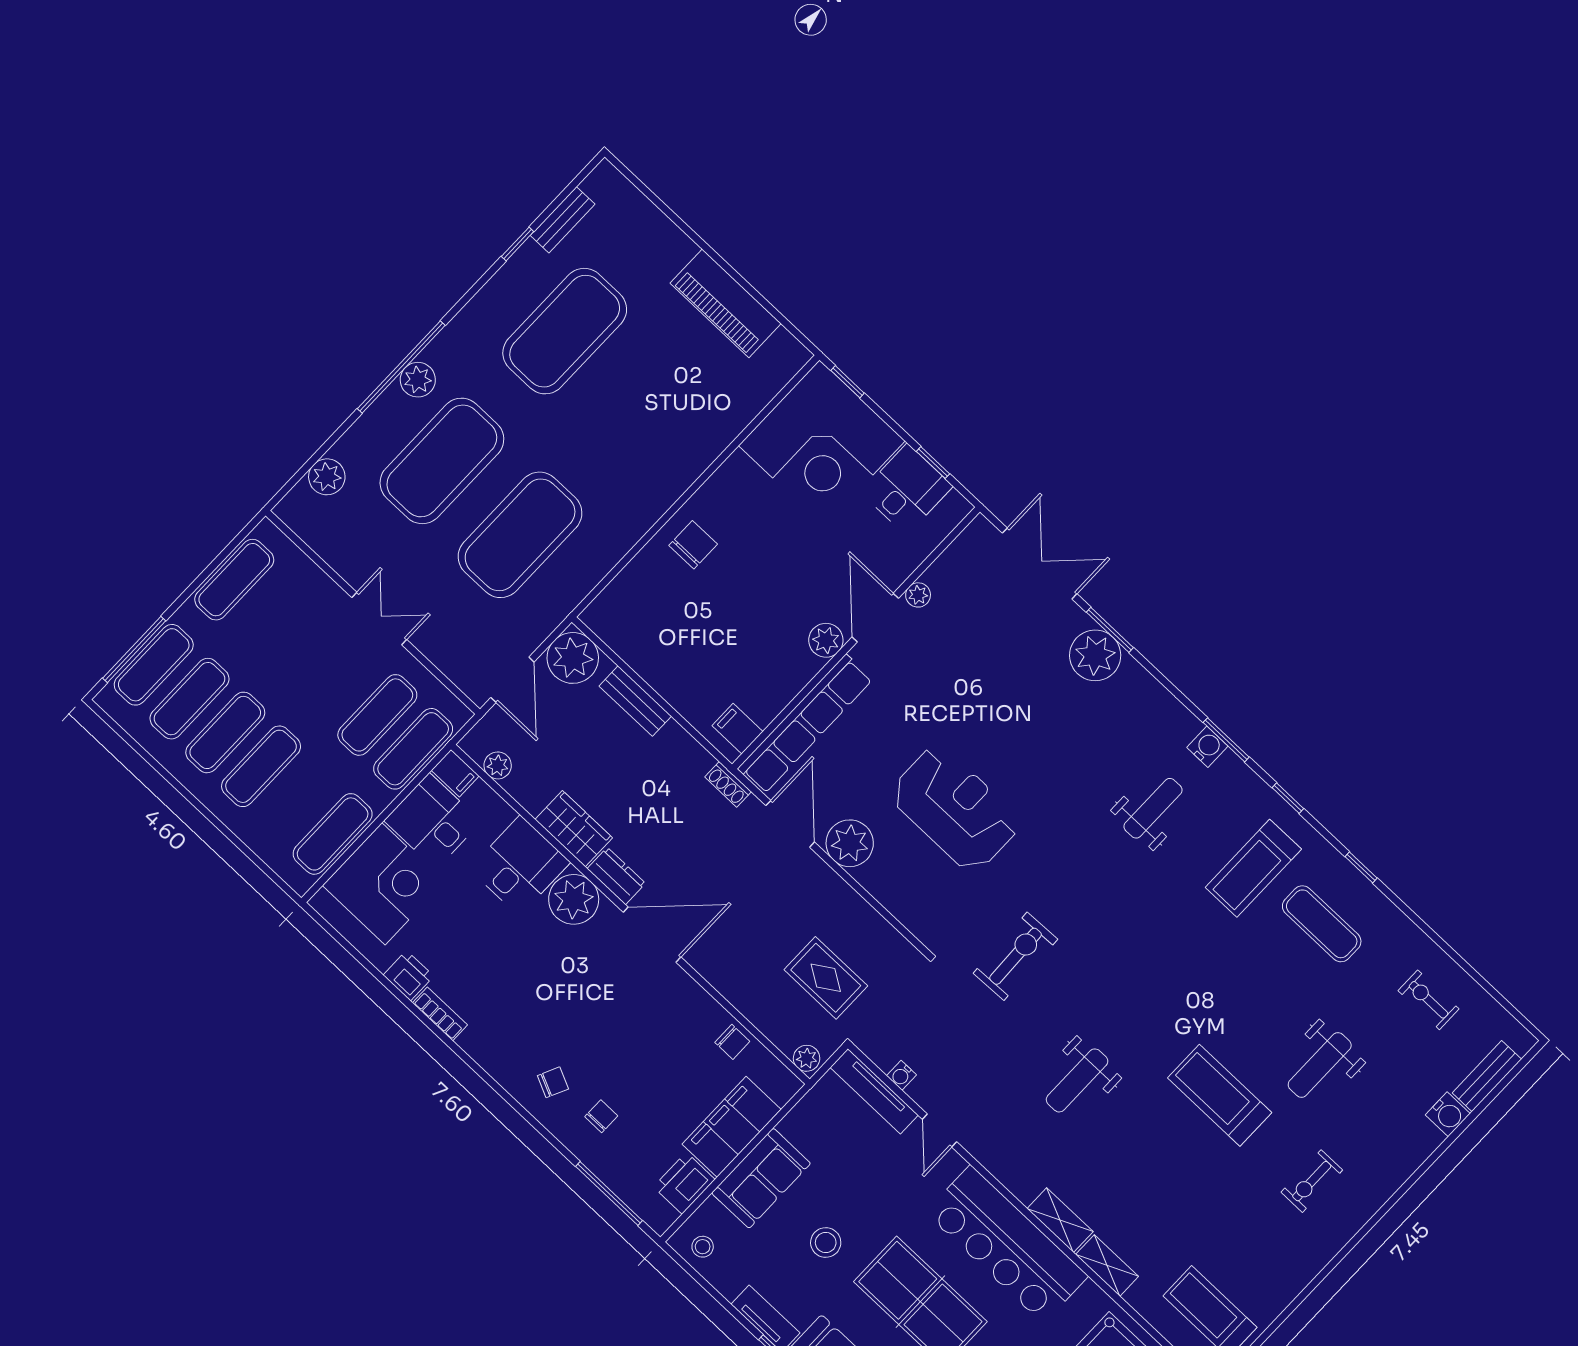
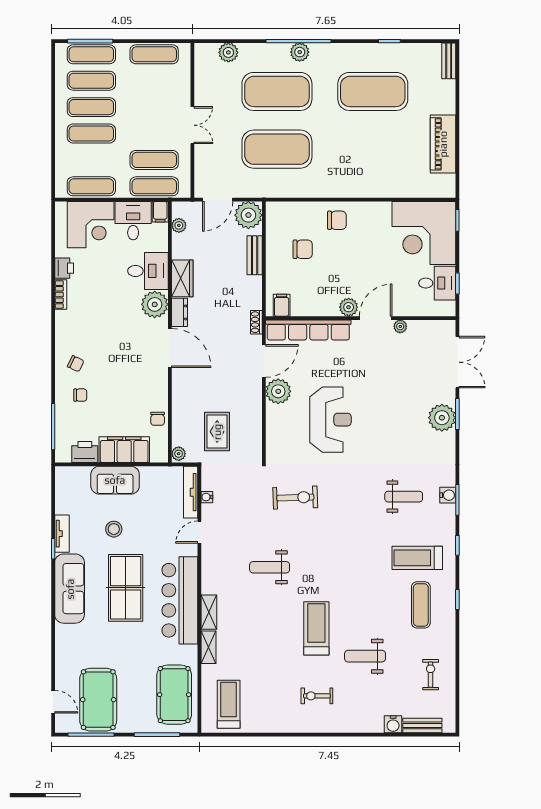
bench: (563, 220) -> (449, 61), moved, turned 90
chair: (689, 628) -> (303, 249), added
stool: (703, 1247) -> (67, 483), removed

